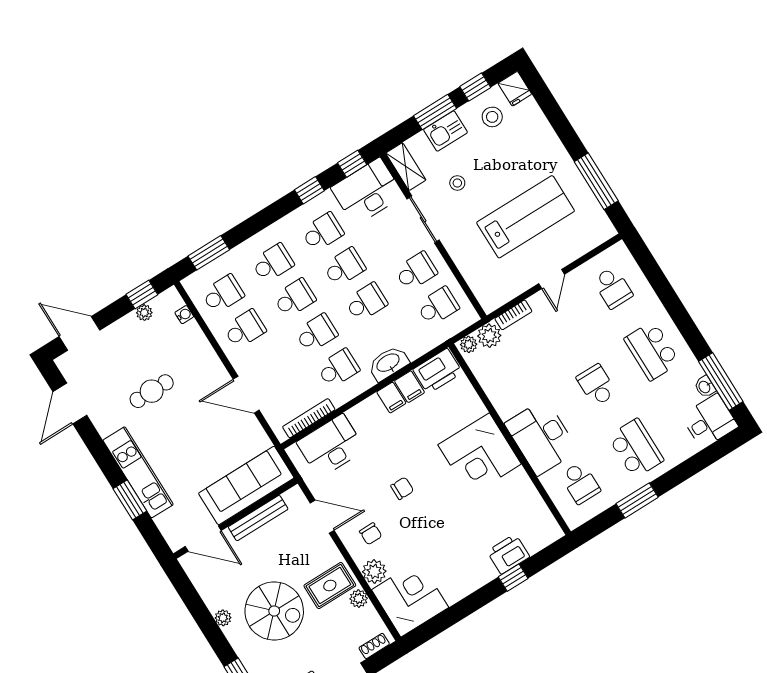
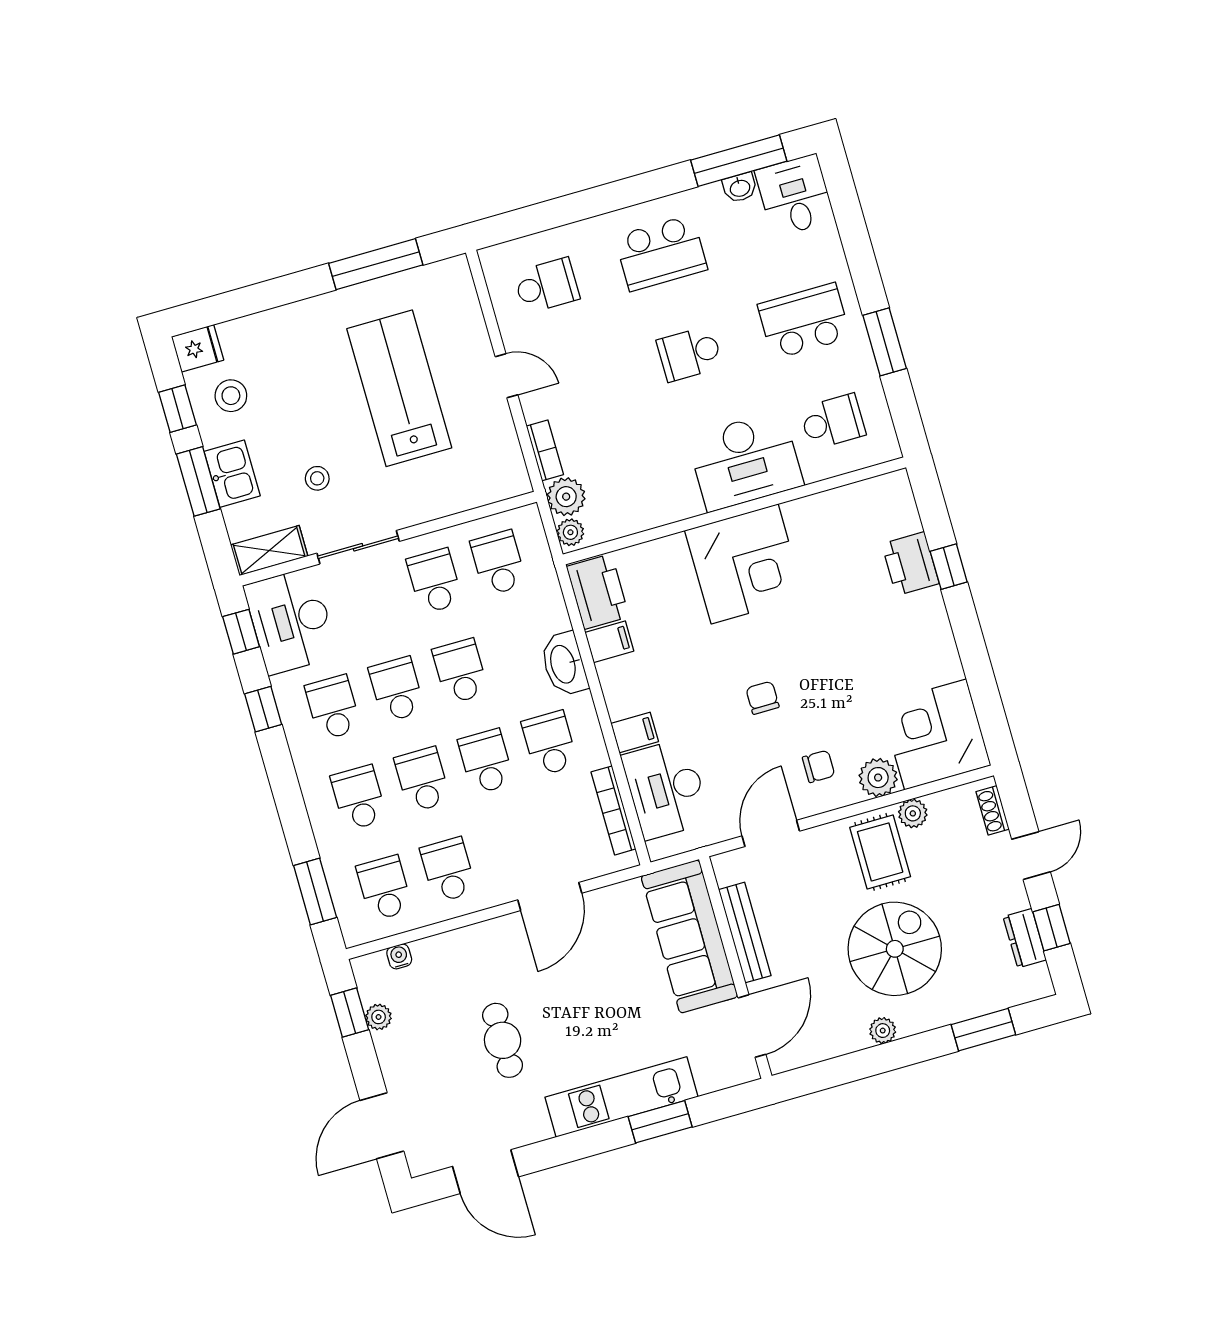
filing cabinet: (391, 398) -> (635, 732), moved

